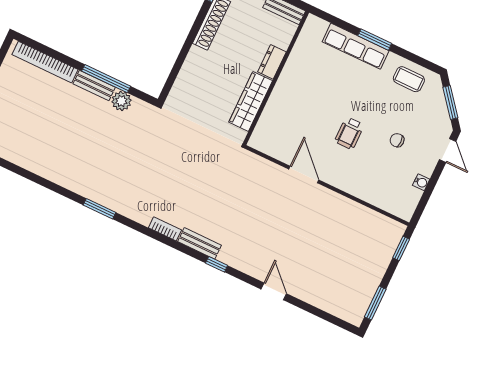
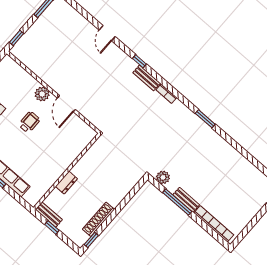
plant: (121, 101) -> (163, 177), moved
wardrobe: (251, 101) -> (88, 161), removed
plant: (342, 179) -> (42, 94), added

